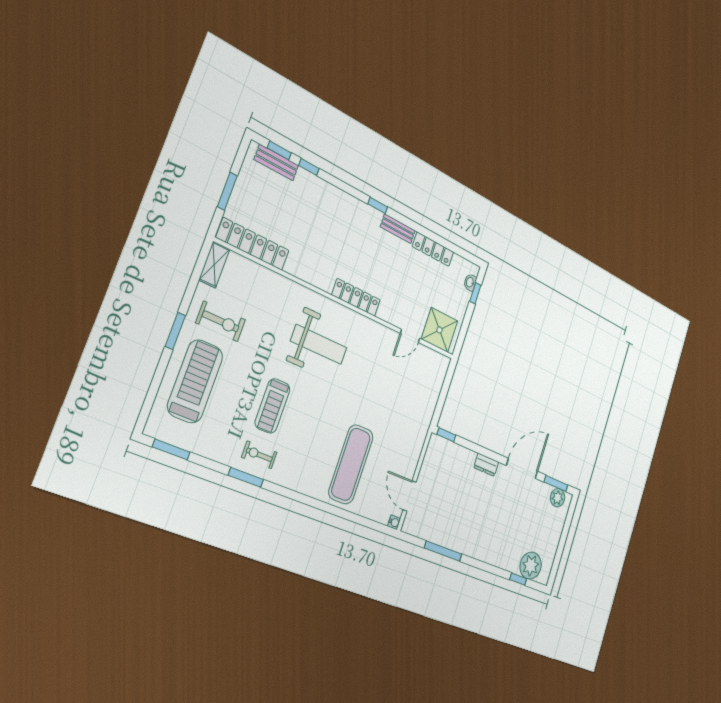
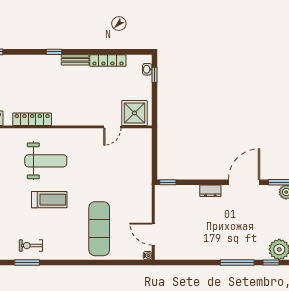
locker: (356, 297) -> (32, 119), moved
treadmill: (272, 406) -> (49, 200), moved, turned -90
window: (443, 551) -> (237, 263), moved

